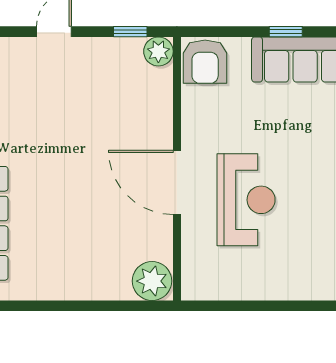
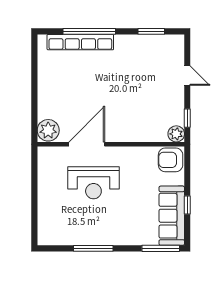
door: (177, 182) -> (87, 144), moved

